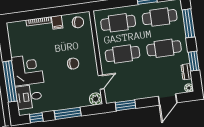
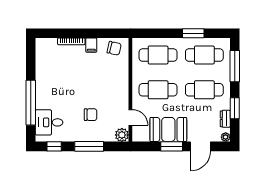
chair: (73, 64) -> (91, 115), moved
corner desk: (27, 70) -> (52, 93), removed
door: (101, 82) -> (130, 117), hinge flipped
booth: (137, 88) -> (168, 129), added
window: (126, 105) -> (172, 146), moved

